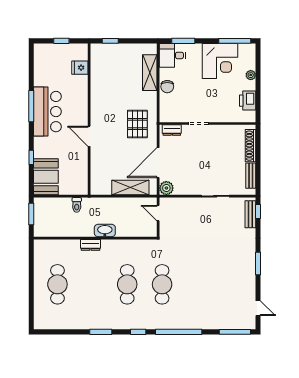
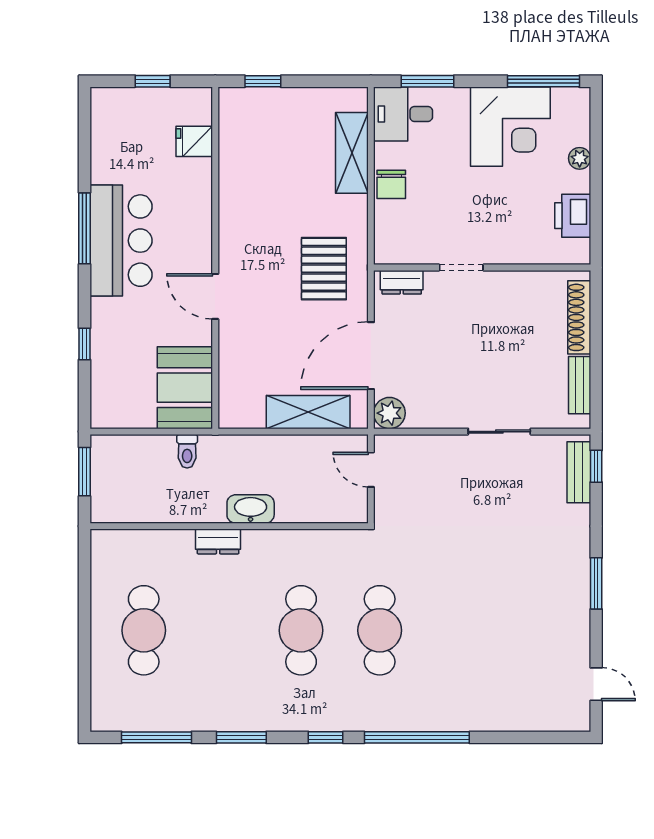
booth: (46, 177) -> (185, 388), moved
window: (235, 332) -> (157, 737), moved

